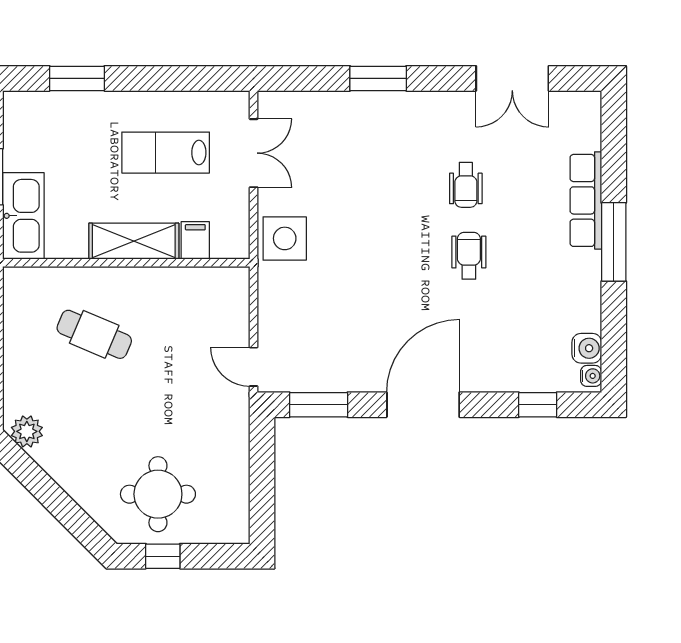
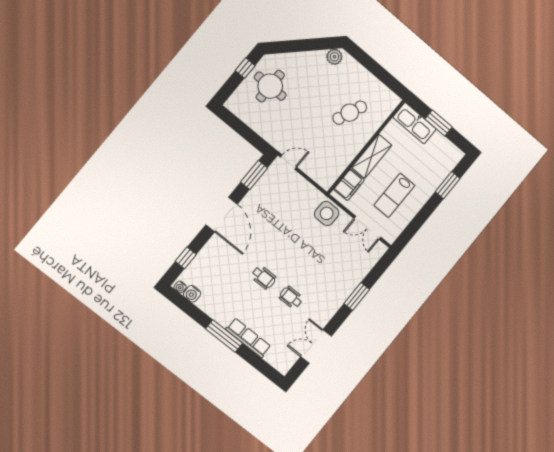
lab bench: (166, 153) -> (394, 195), turned 180
filing cabinet: (195, 240) -> (349, 185), width x2.00

